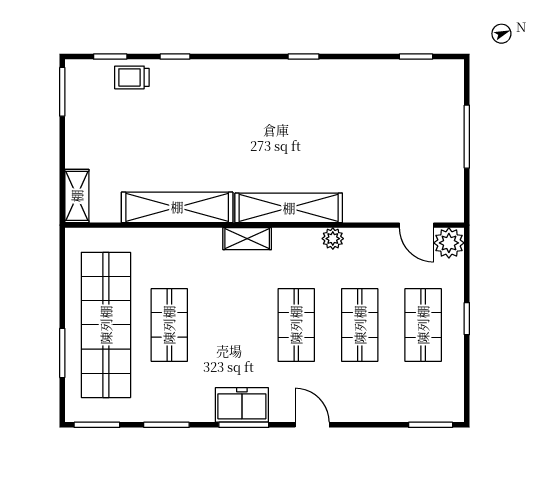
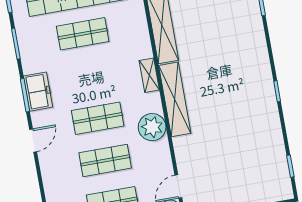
plant: (333, 239) -> (152, 127), width x1.87, depth x1.87

